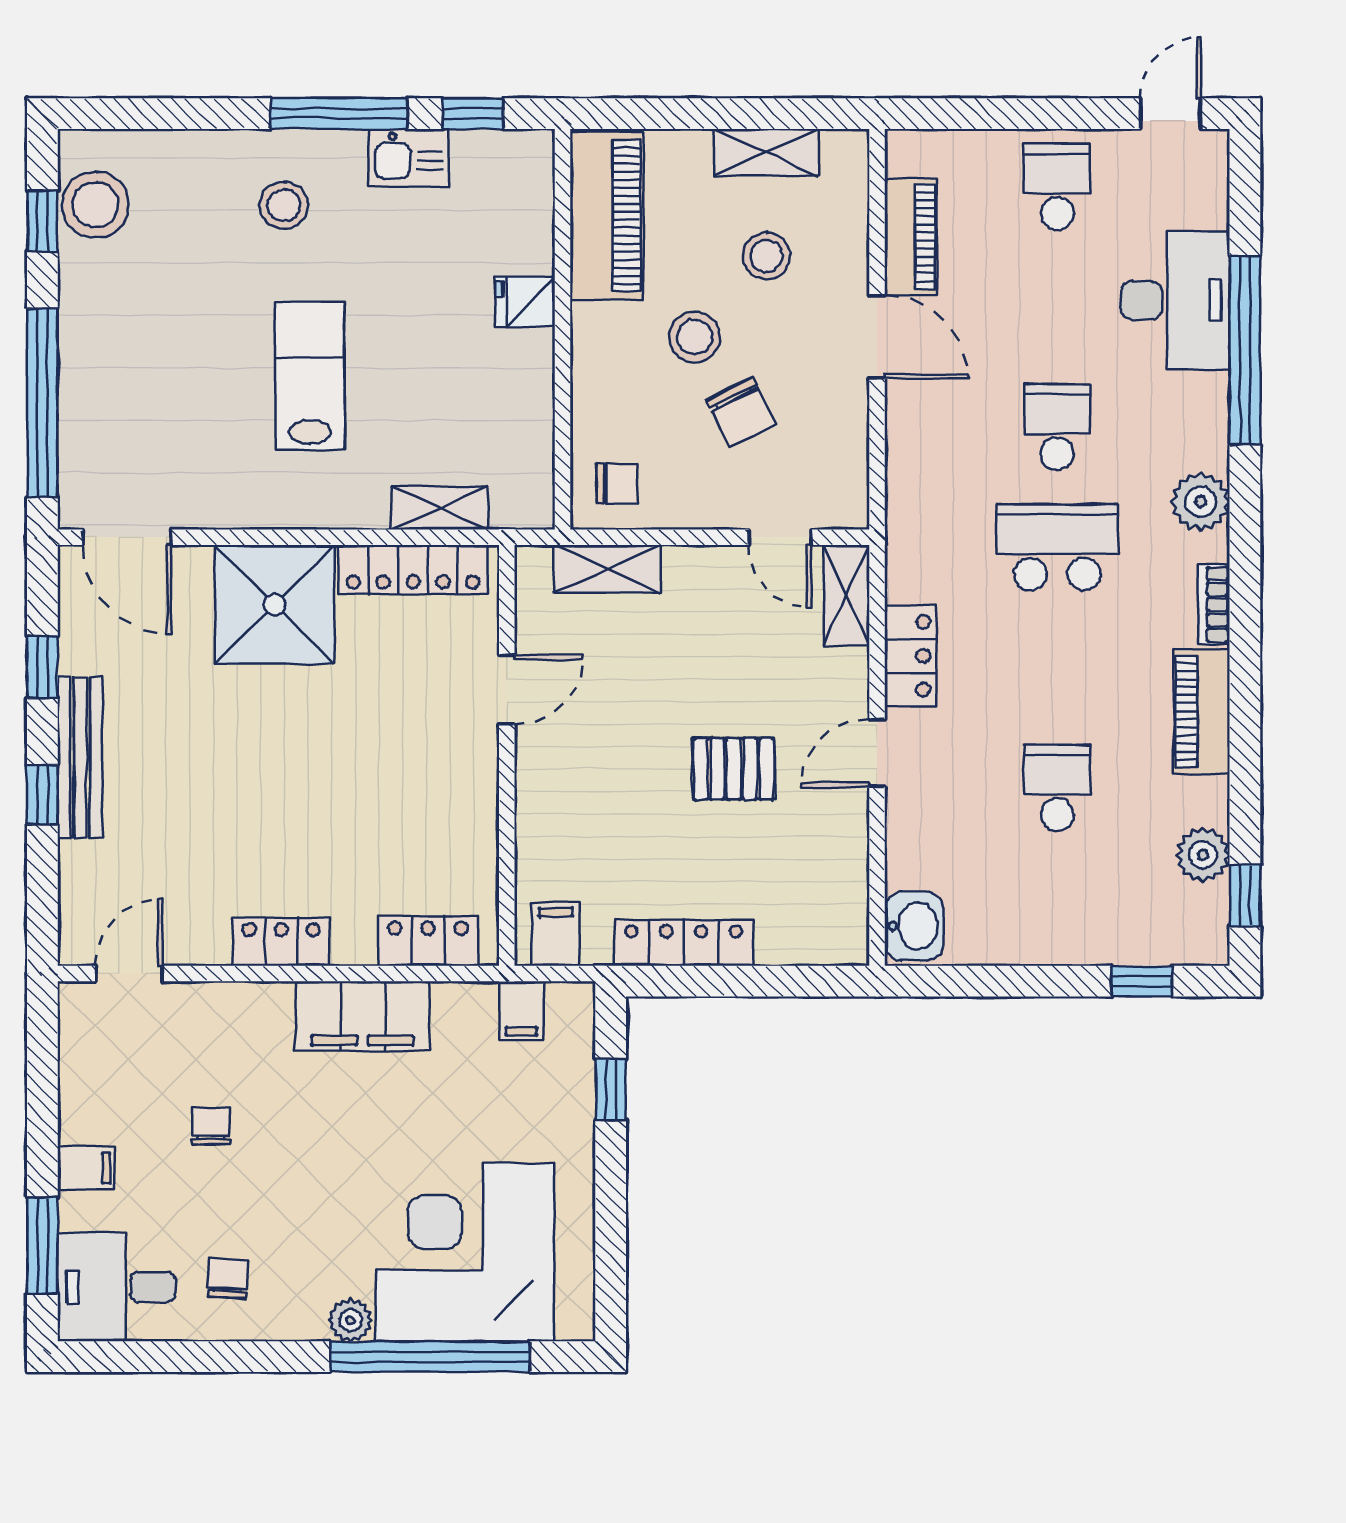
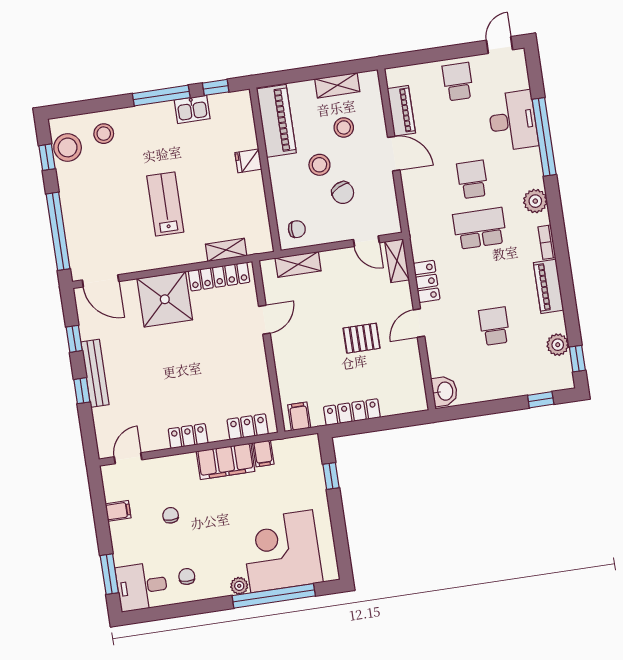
stool: (284, 205) -> (104, 134), moved
filing cabinet: (522, 1011) -> (263, 454), moved
filing cabinet: (86, 1168) -> (118, 511), moved

